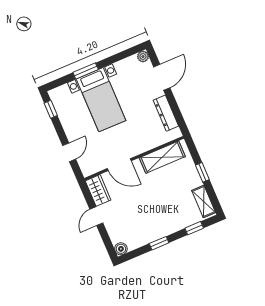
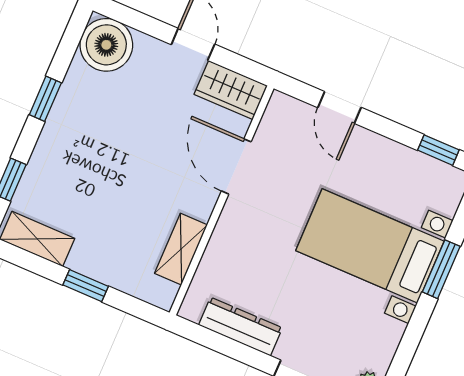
shelving: (162, 157) -> (181, 249), width x0.67, depth x0.75
door: (119, 165) -> (236, 166), hinge flipped
boiler: (121, 249) -> (106, 45), width x1.86, depth x1.86

